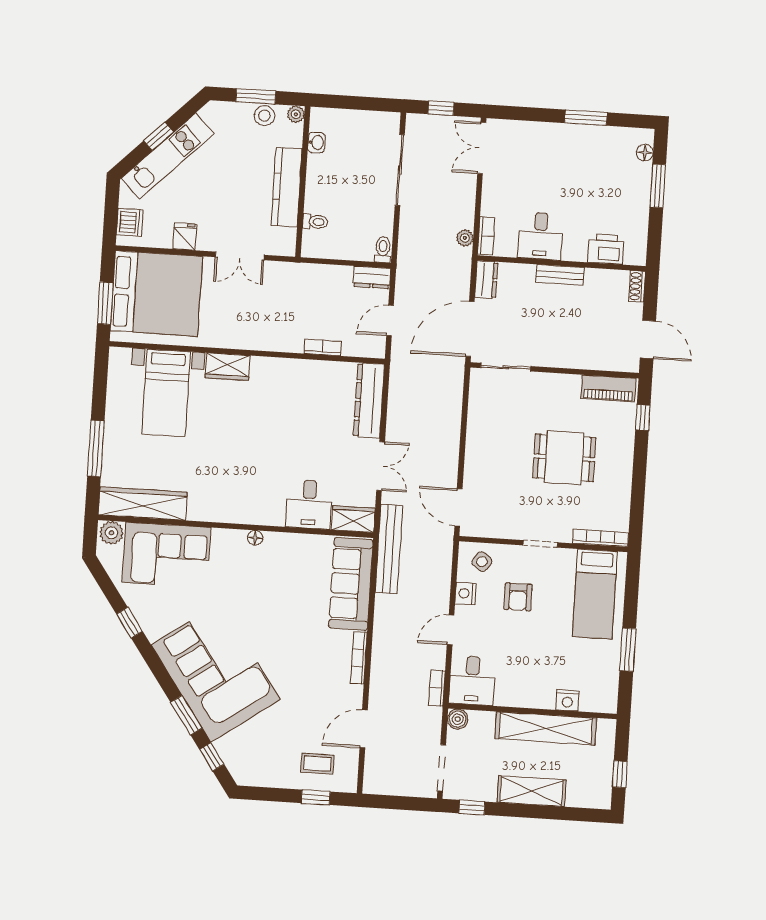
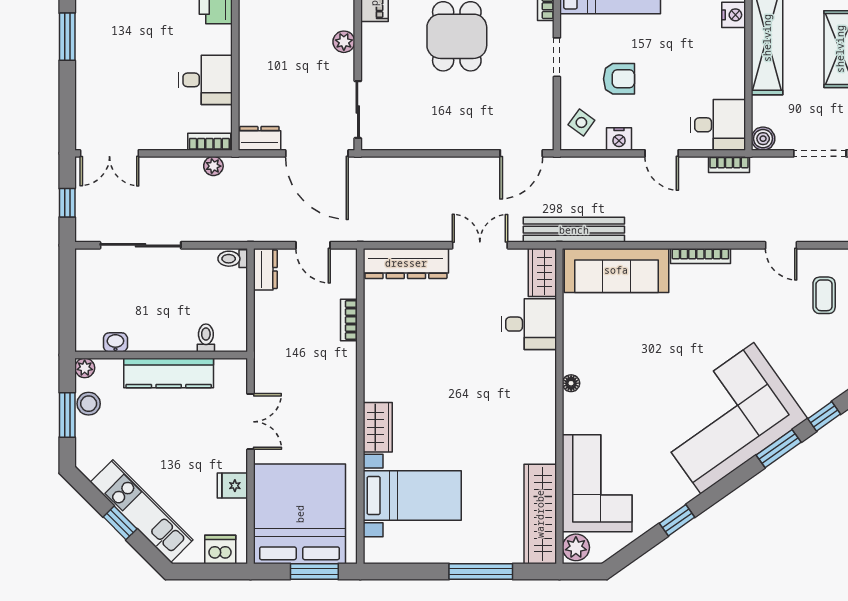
bench: (560, 275) -> (249, 55), removed
plant: (566, 359) -> (344, 42), added
door: (364, 729) -> (781, 245), width x0.73

